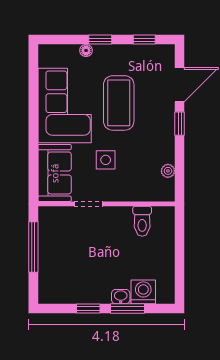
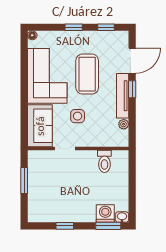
floor lamp: (86, 50) -> (32, 35), moved
tv unit: (167, 132) -> (123, 96), added
window: (33, 247) -> (24, 180), width x0.69
washbasin: (121, 297) -> (122, 217), moved
window: (127, 309) -> (108, 226), moved

